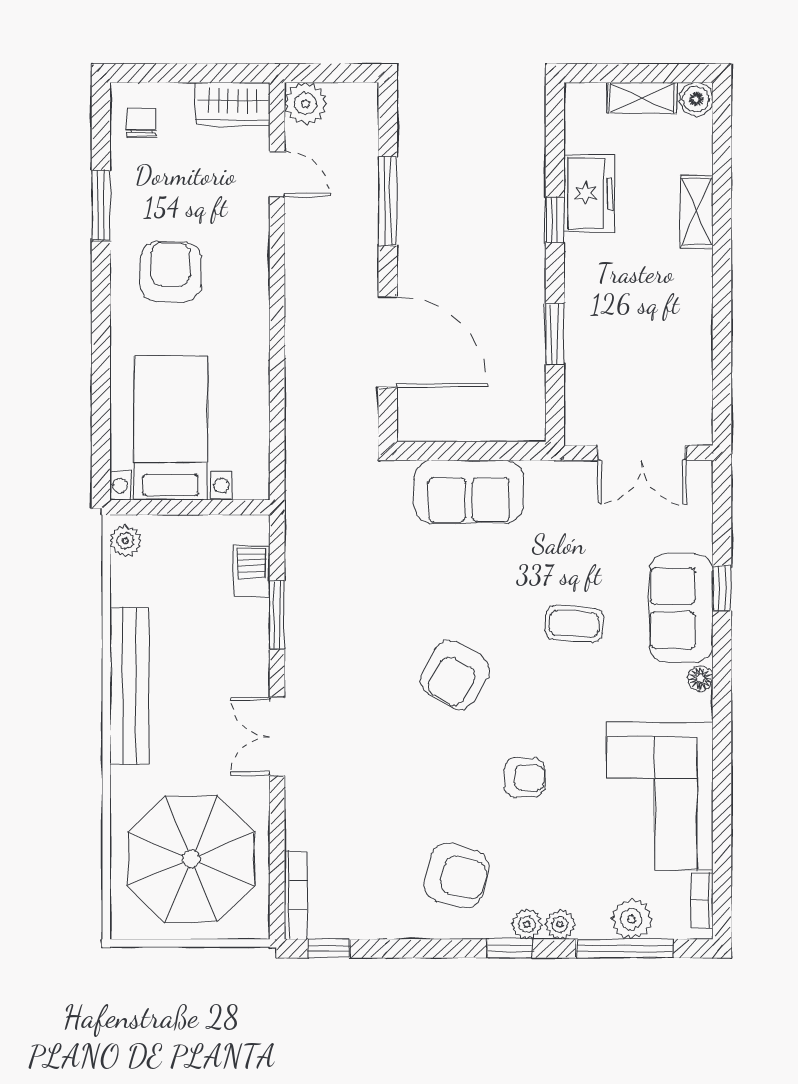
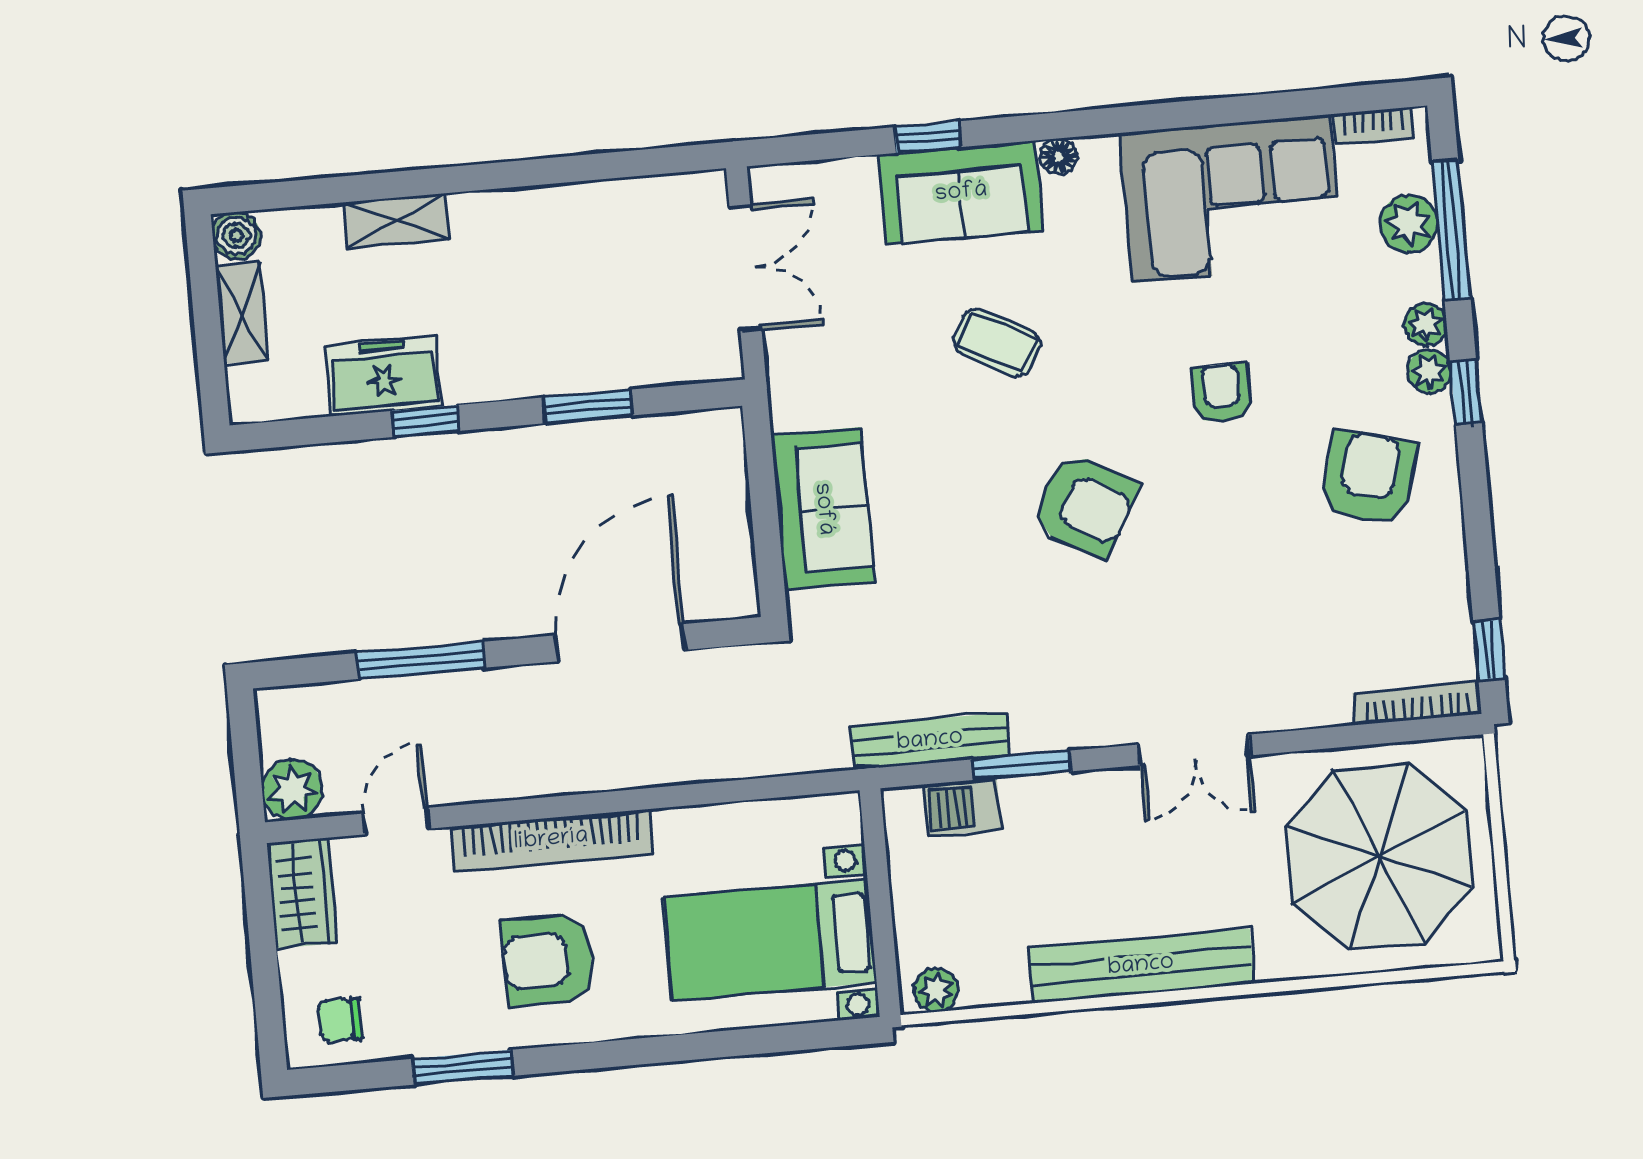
bookcase: (254, 282) -> (551, 840), added
bench: (300, 552) -> (930, 741), added
coffee table: (574, 624) -> (997, 343), turned -66

